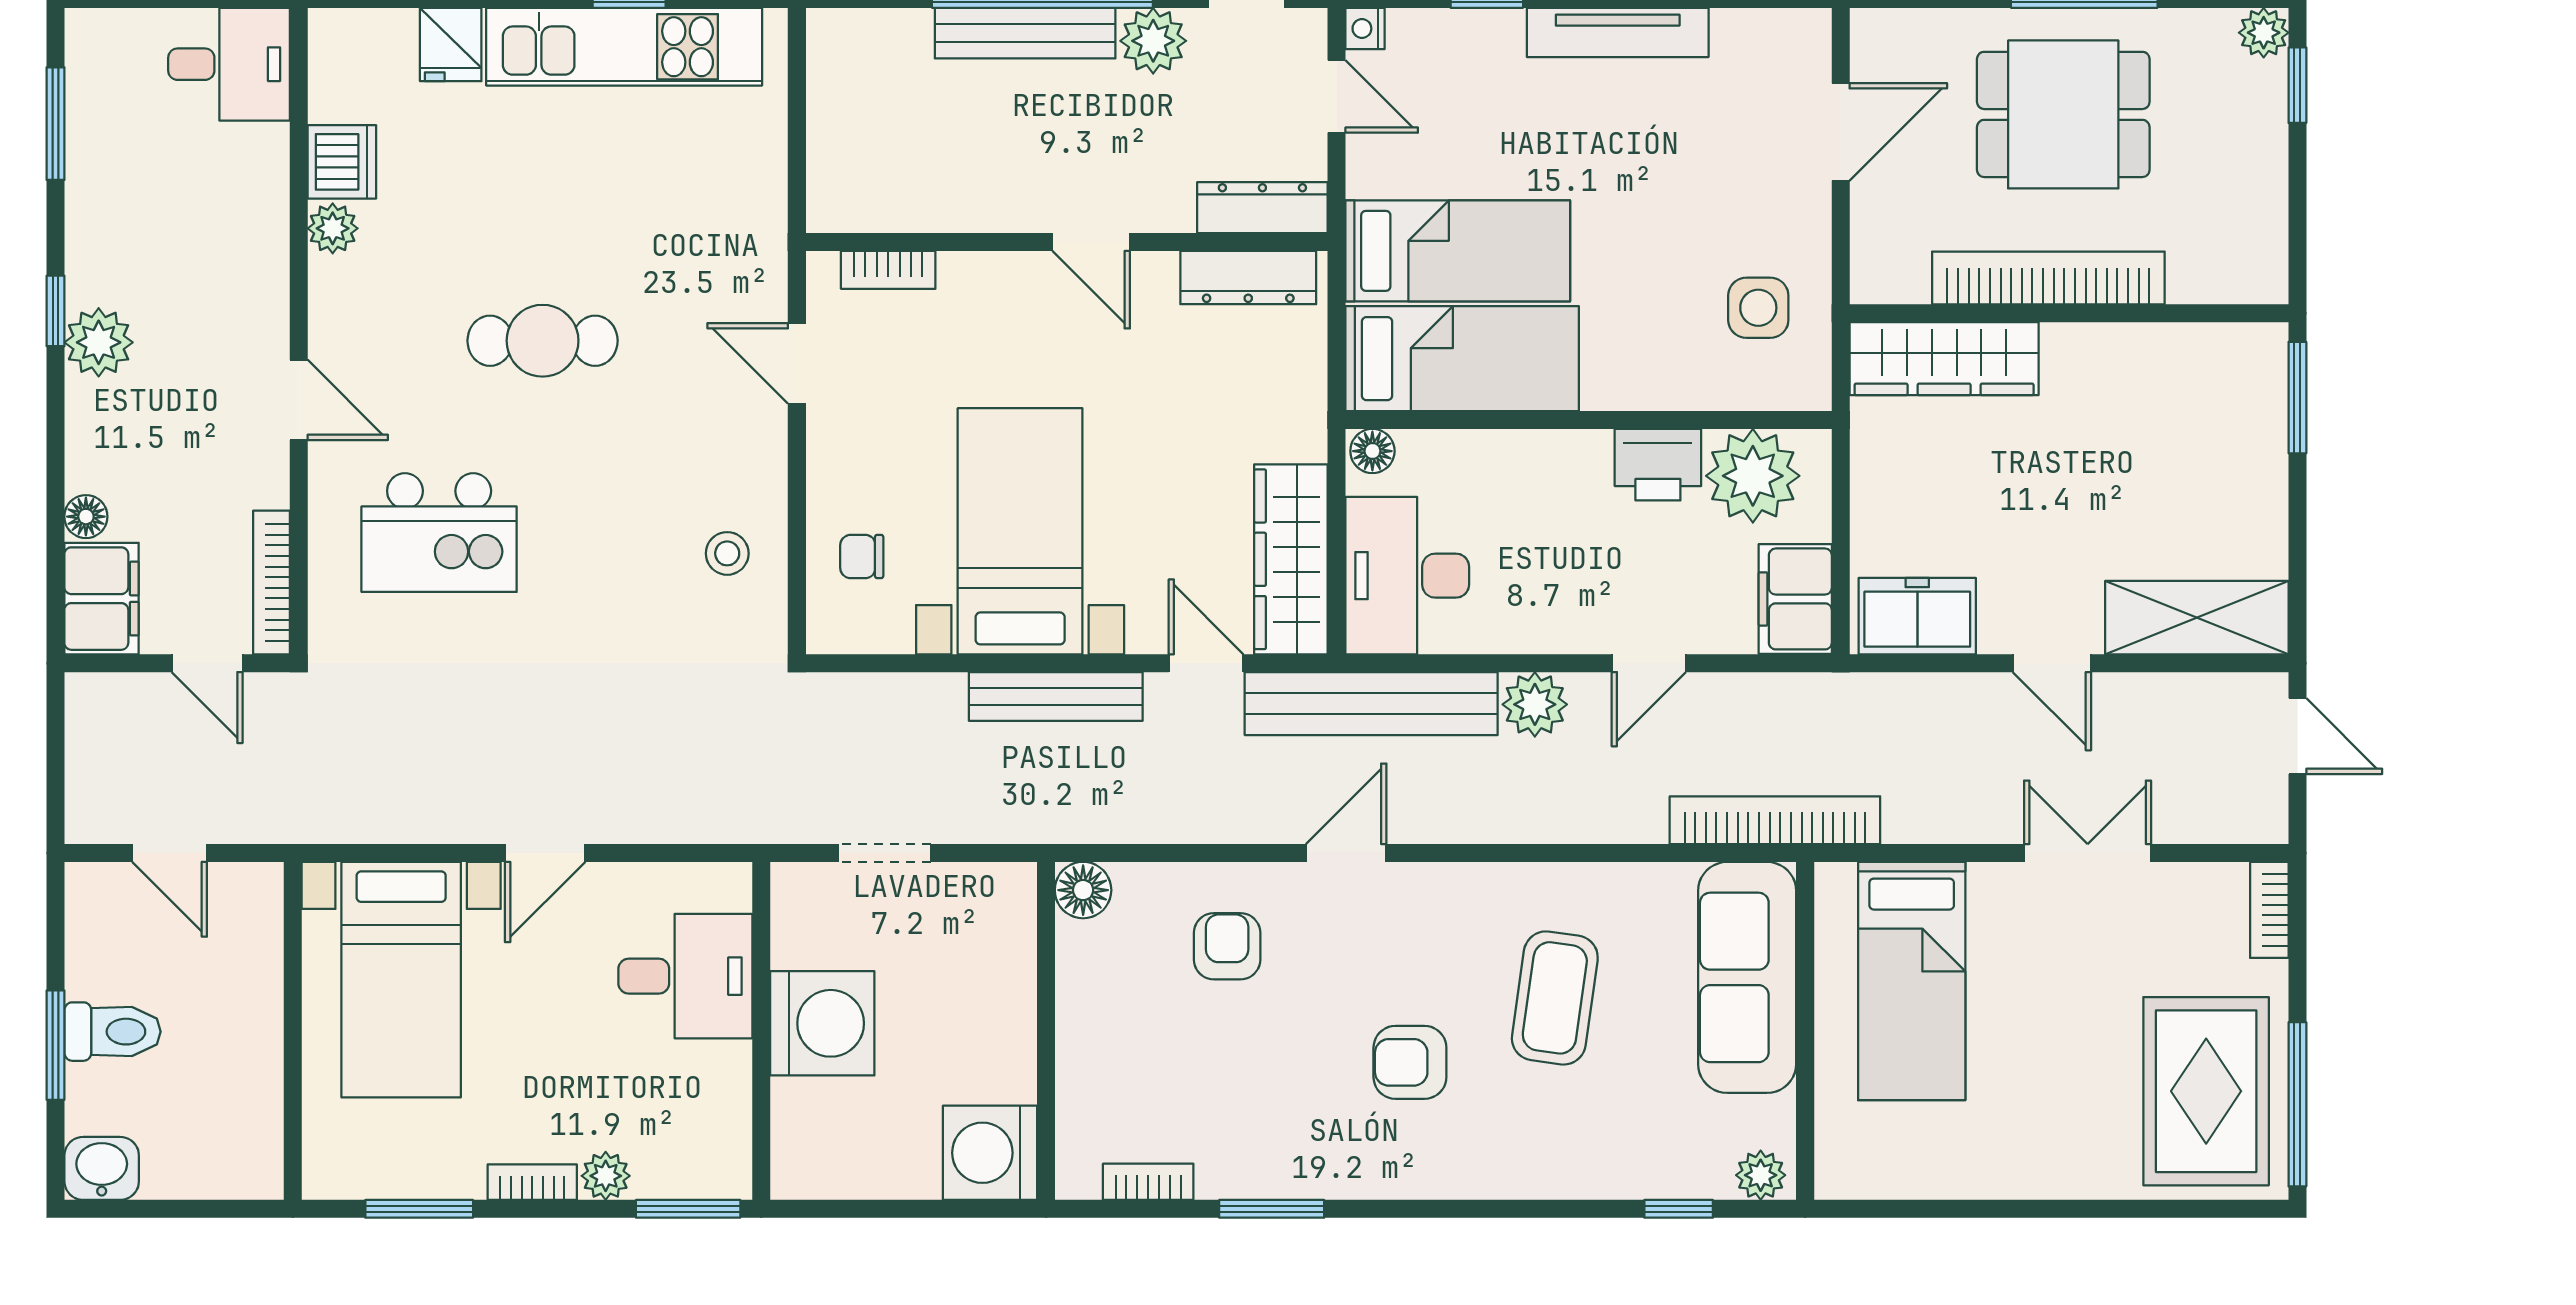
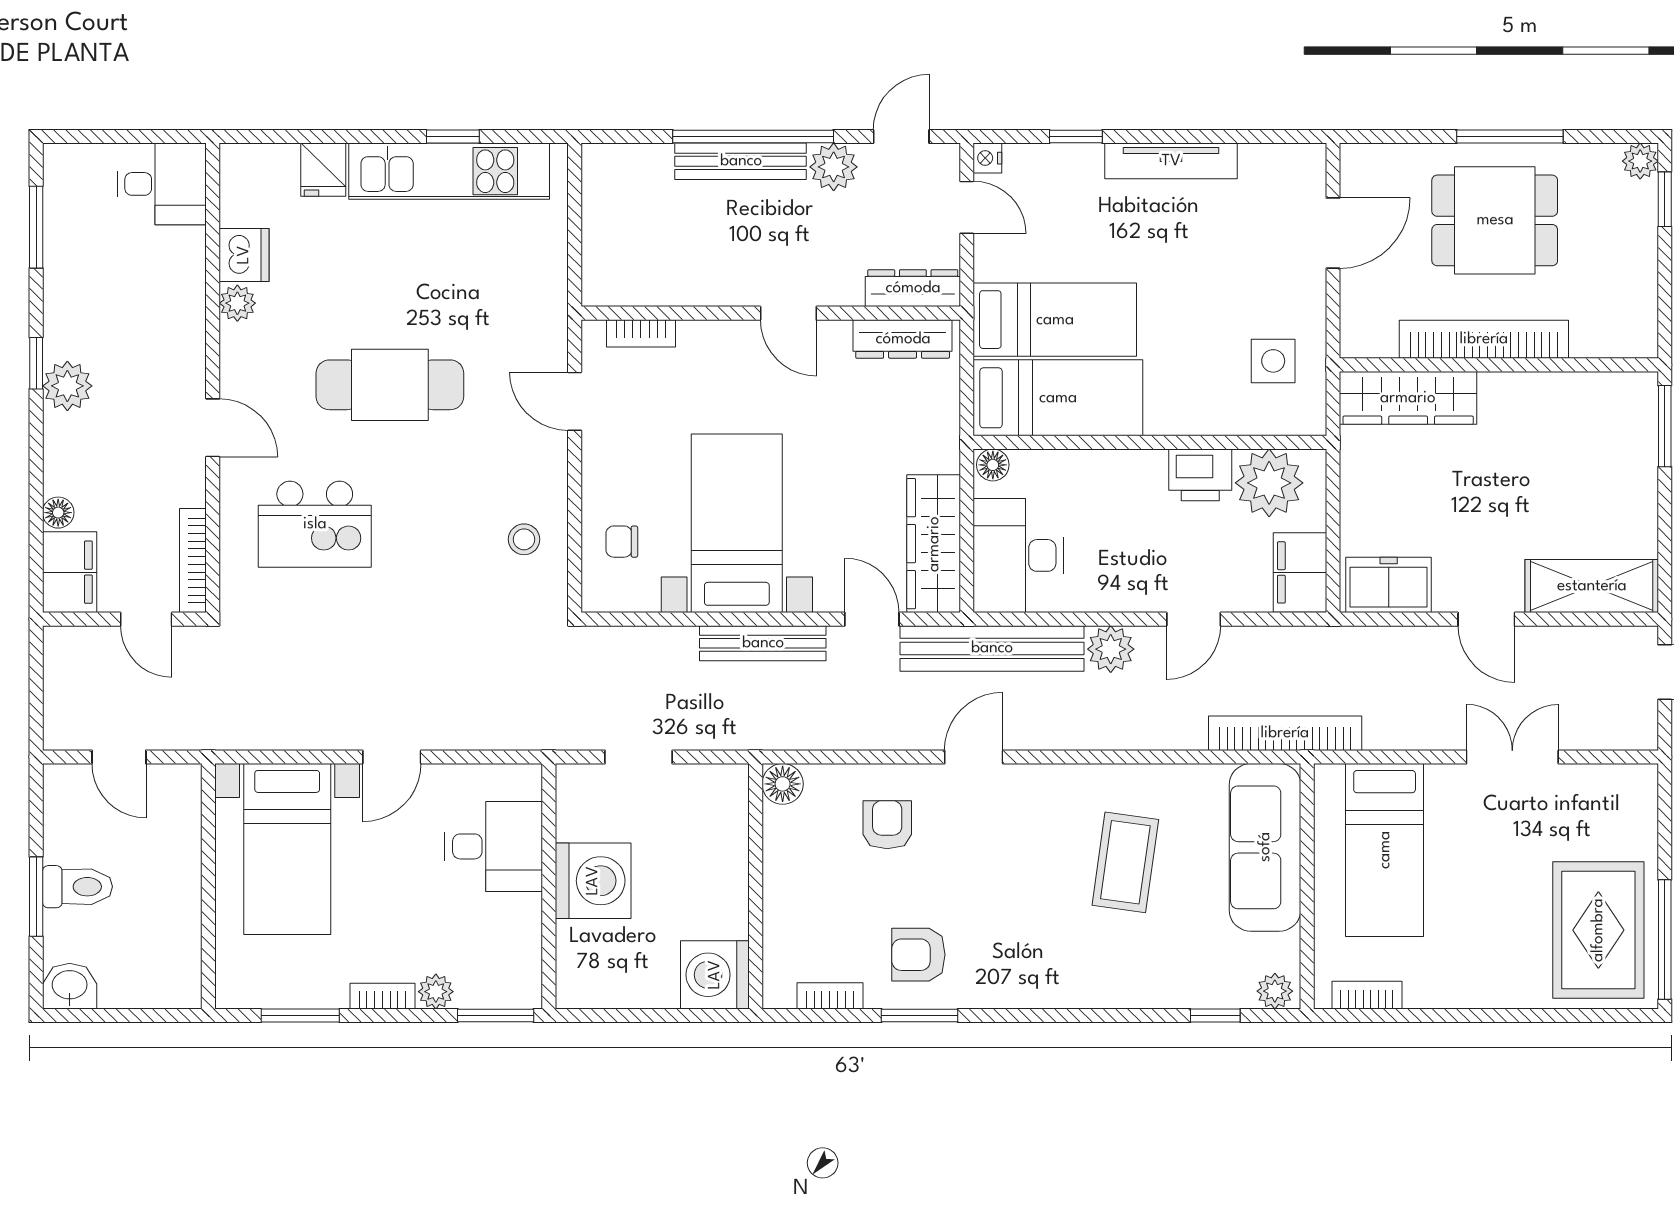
cafe table: (543, 341) -> (390, 385), width x1.37, depth x1.35
bookcase: (2269, 910) -> (1367, 995), moved, turned 90
armchair: (1410, 1062) -> (918, 955), moved

